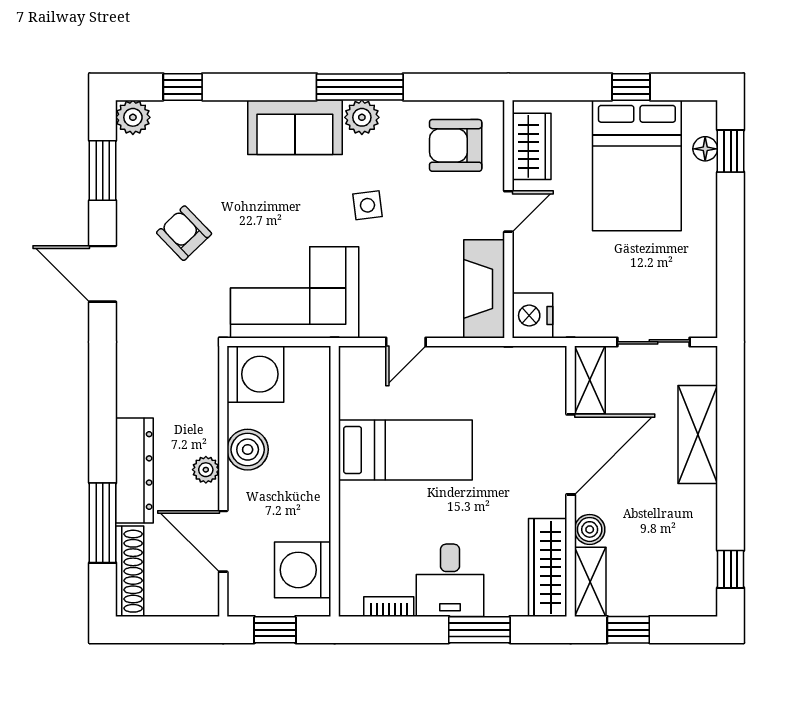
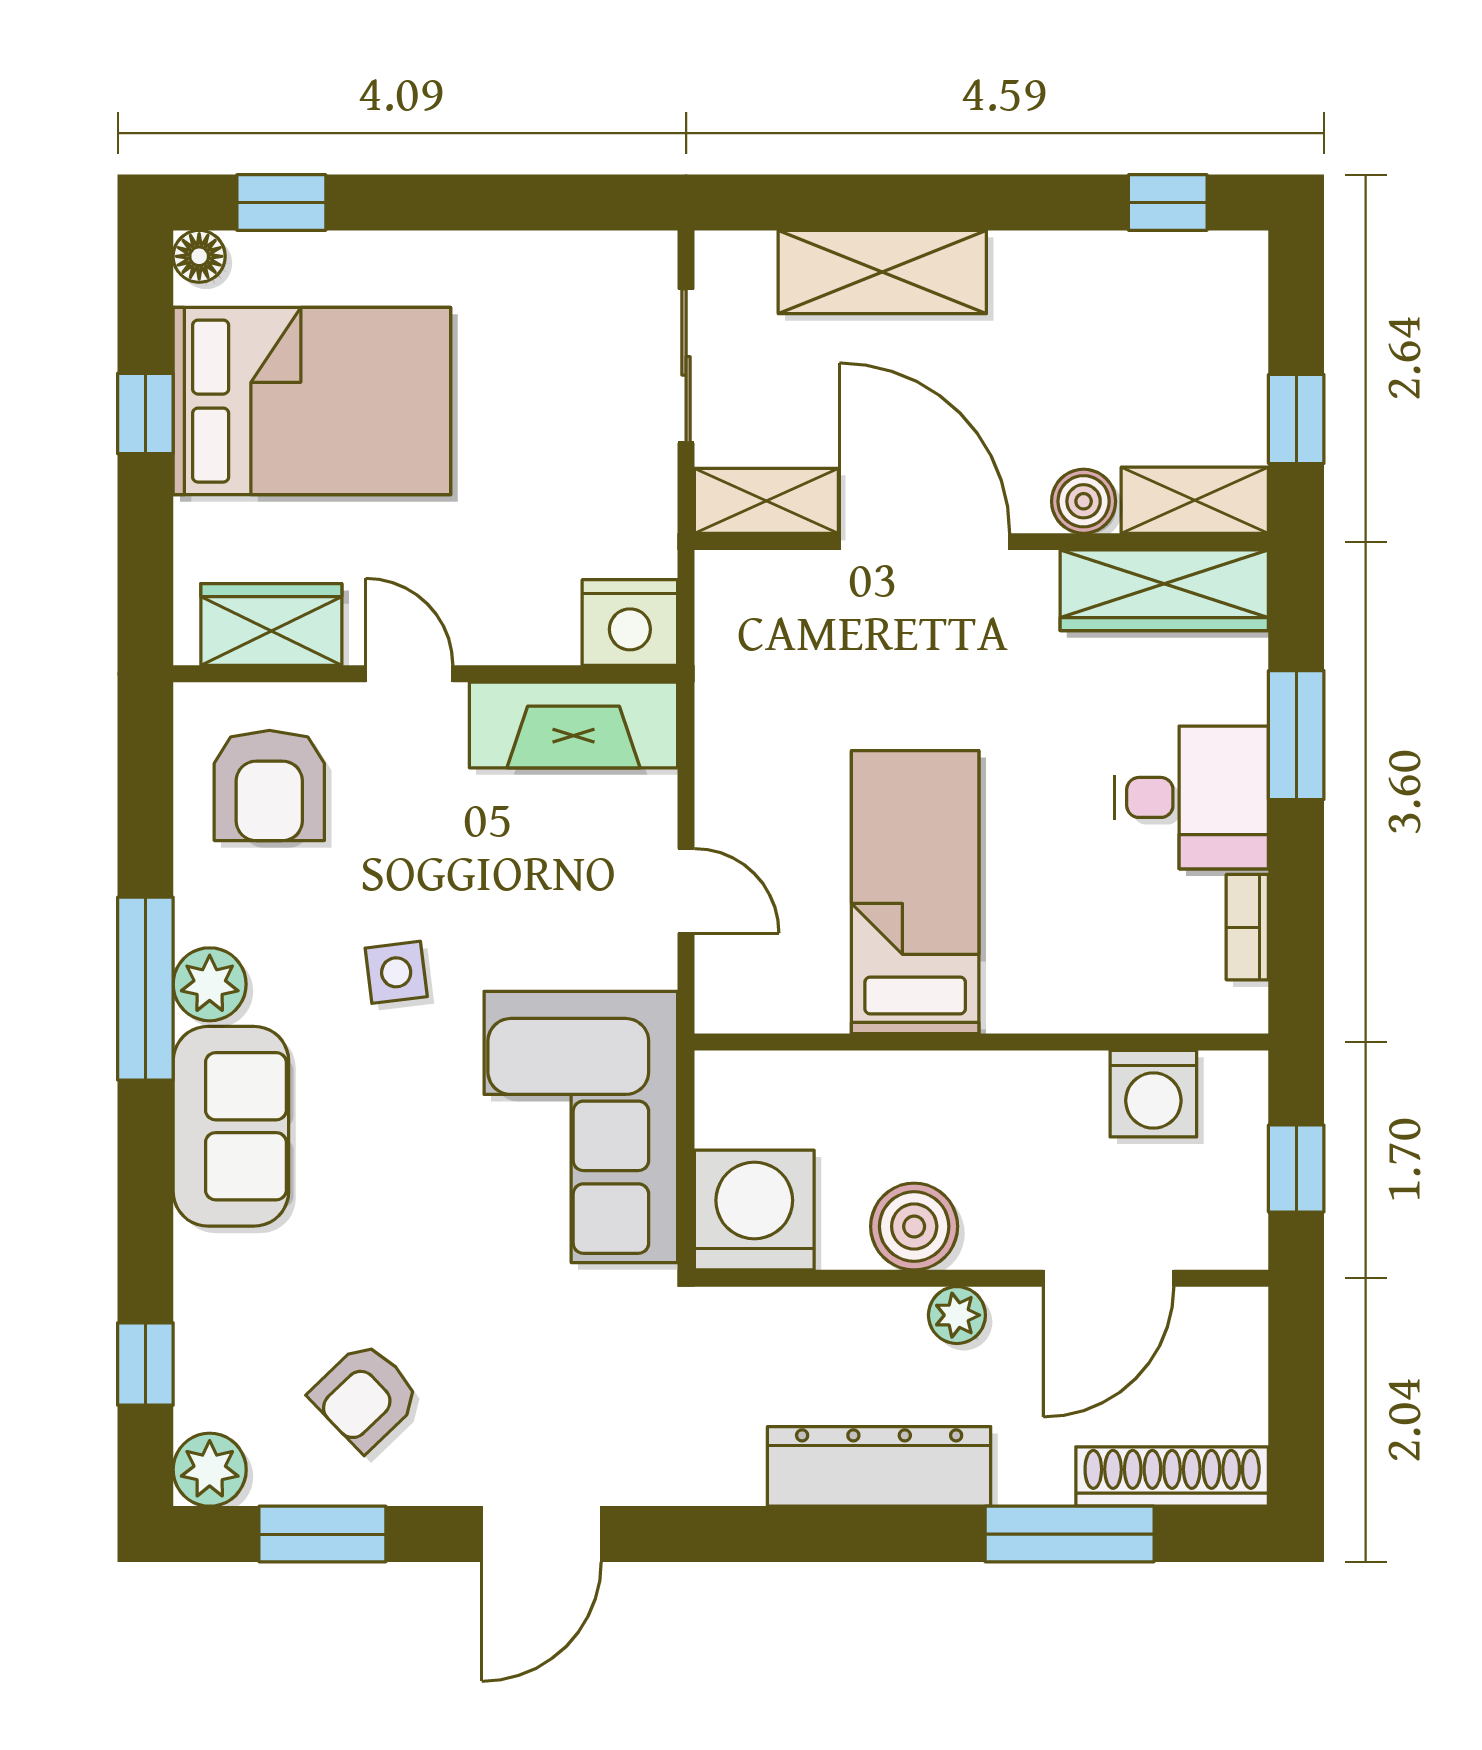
floor lamp: (705, 149) -> (199, 256), moved
armchair: (184, 233) -> (365, 1396), moved
dresser: (134, 470) -> (879, 1466), moved
washing machine: (303, 570) -> (1153, 1094), width x0.73, depth x0.73

